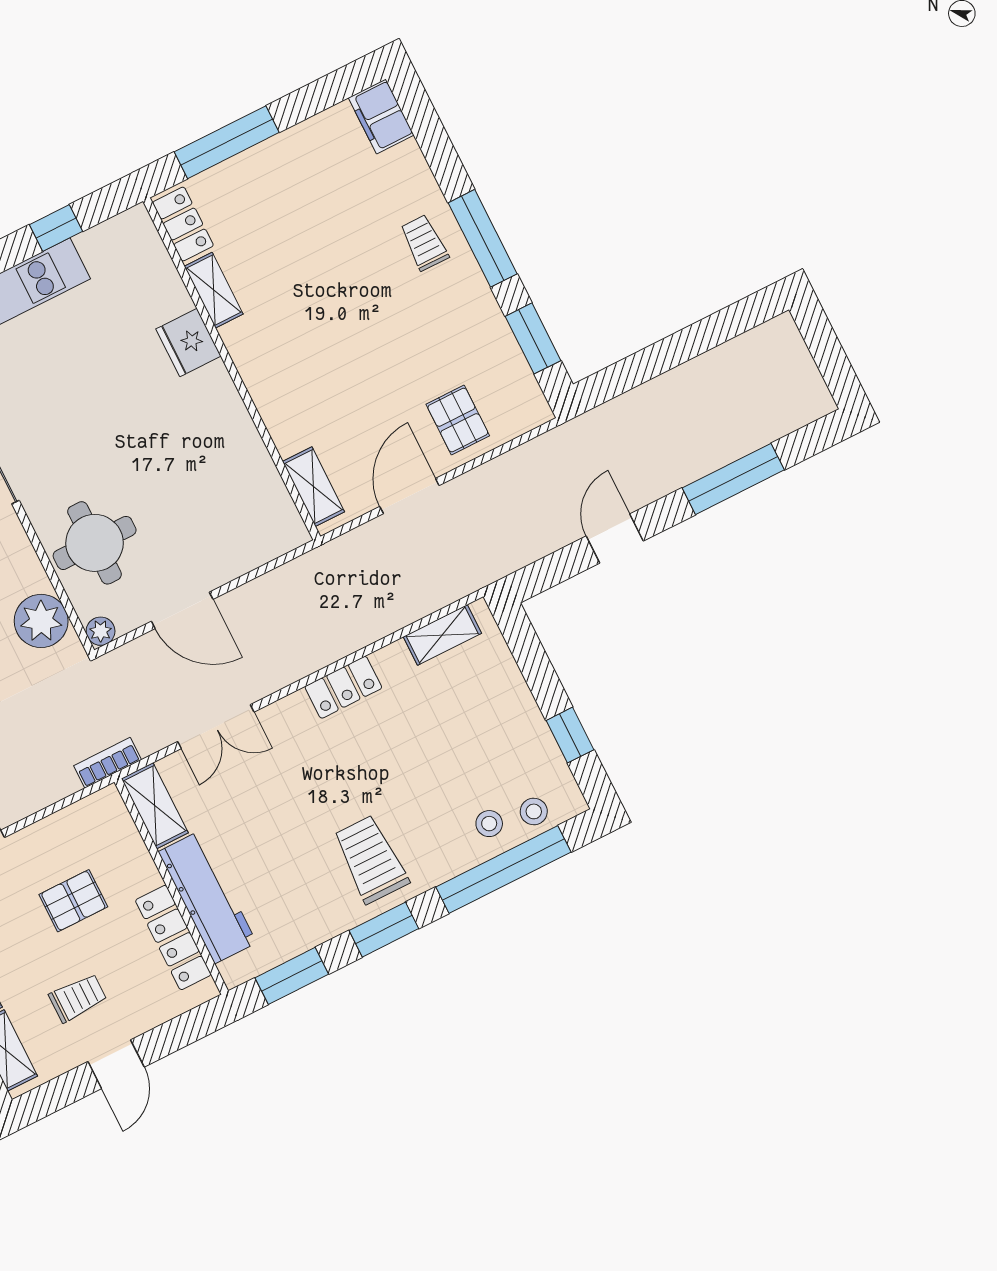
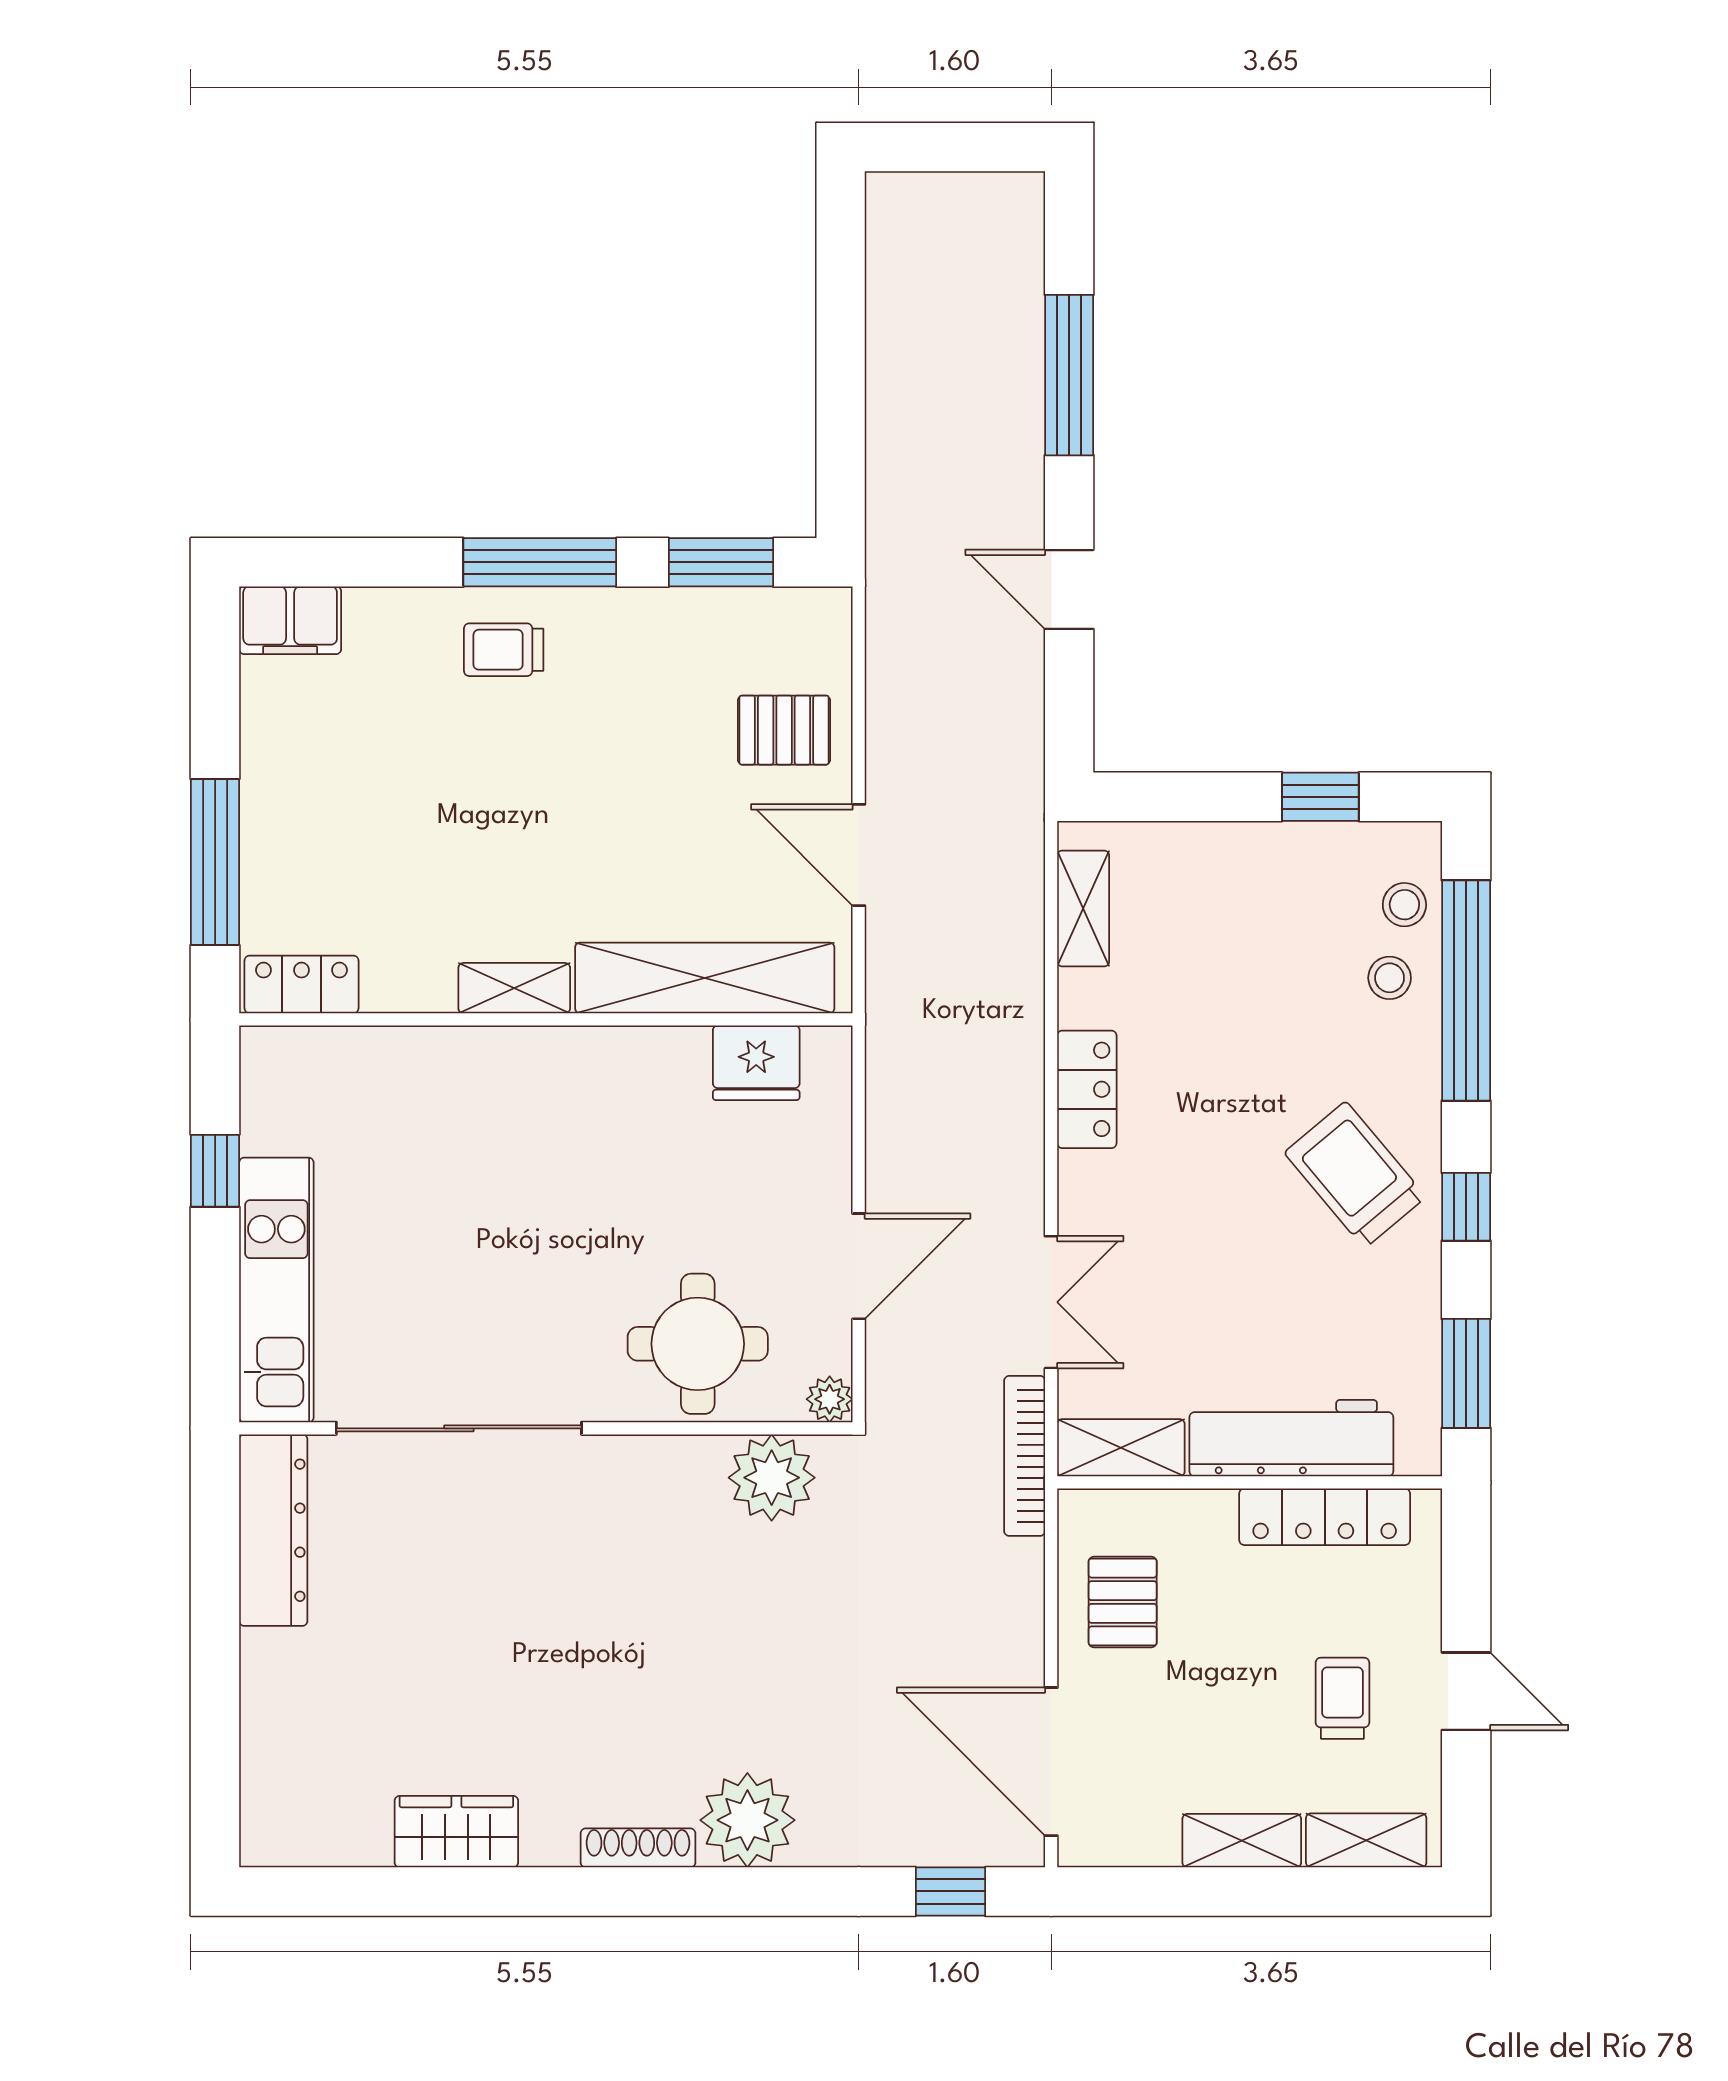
shelving: (214, 290) -> (514, 988), moved
fridge: (188, 343) -> (756, 1063), moved
shelving: (313, 487) -> (705, 978), width x2.20, depth x1.33
bookcase: (108, 763) -> (1025, 1456), width x1.56
trolley: (371, 859) -> (1355, 1175), turned 50
pallet: (73, 901) -> (1123, 1602), moved
window: (384, 930) -> (1466, 1207), width x0.67

